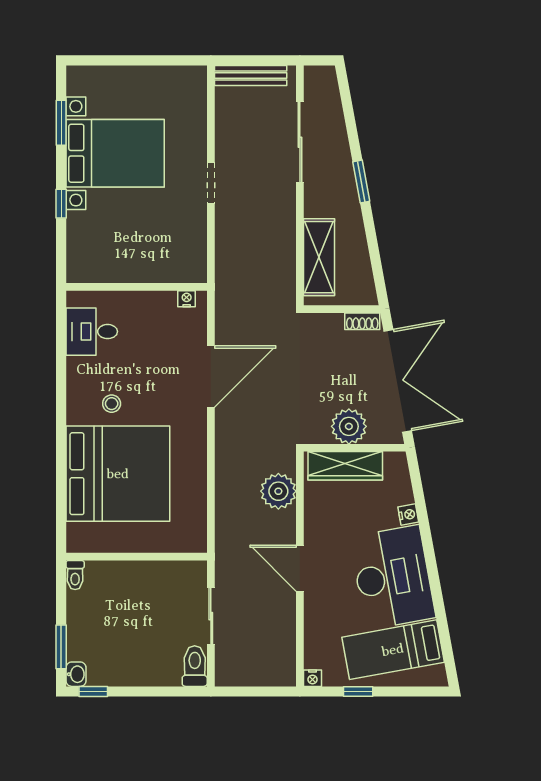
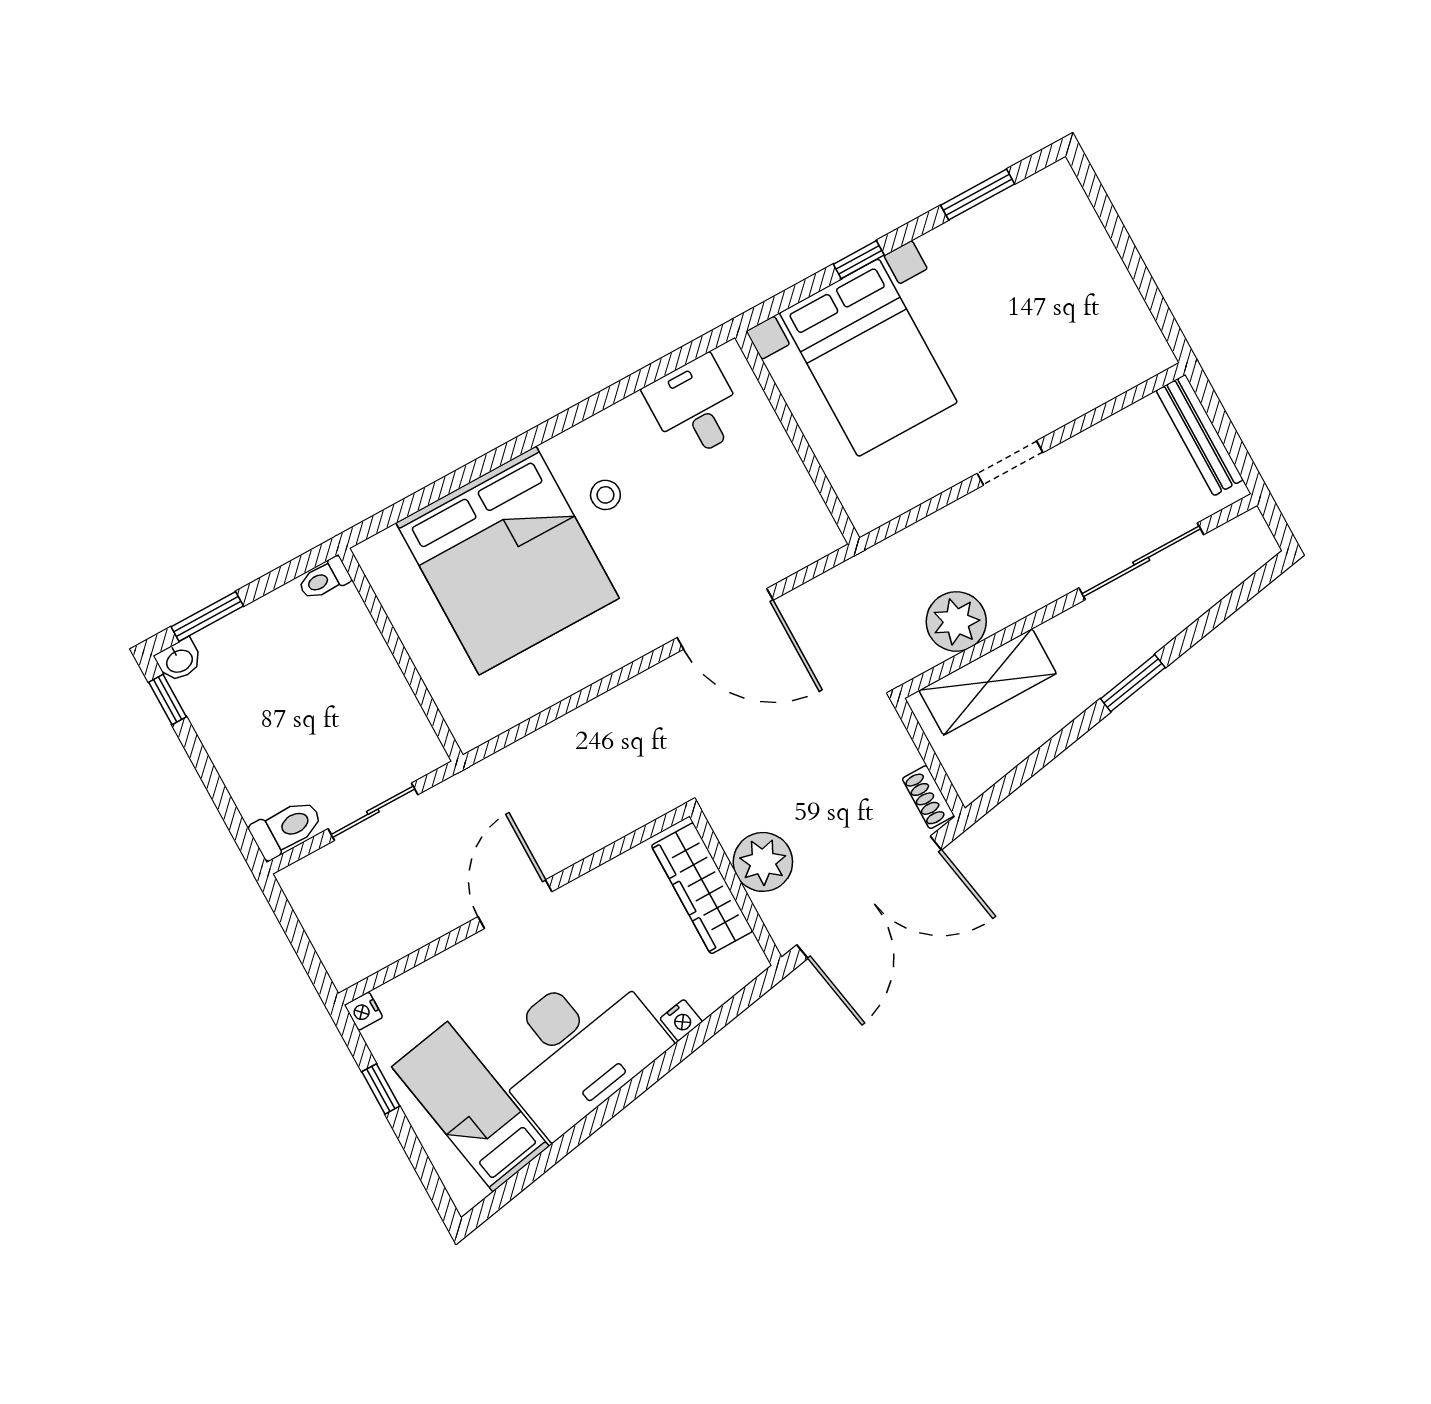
bed with nightstands: (115, 153) -> (868, 358), moved
nightstand: (187, 299) -> (820, 521), removed
plant: (278, 491) -> (956, 621), moved

